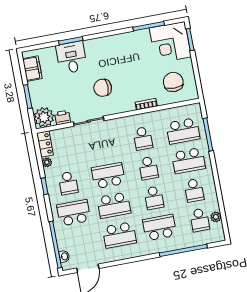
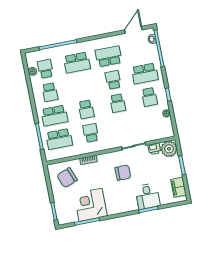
corner desk: (170, 42) -> (90, 205), moved, turned -90
chair: (173, 82) -> (67, 178), turned 69
school desk: (183, 131) -> (59, 139), turned 180
locker: (45, 144) -> (168, 128), removed
school desk: (188, 161) -> (54, 116), turned 180
school desk: (148, 168) -> (86, 109), turned 180
school desk: (108, 176) -> (118, 103), width x0.54
school desk: (68, 183) -> (149, 97), turned 180
school desk: (194, 190) -> (50, 92), turned 180
school desk: (154, 198) -> (82, 86), removed
school desk: (114, 205) -> (113, 80), width x0.54

